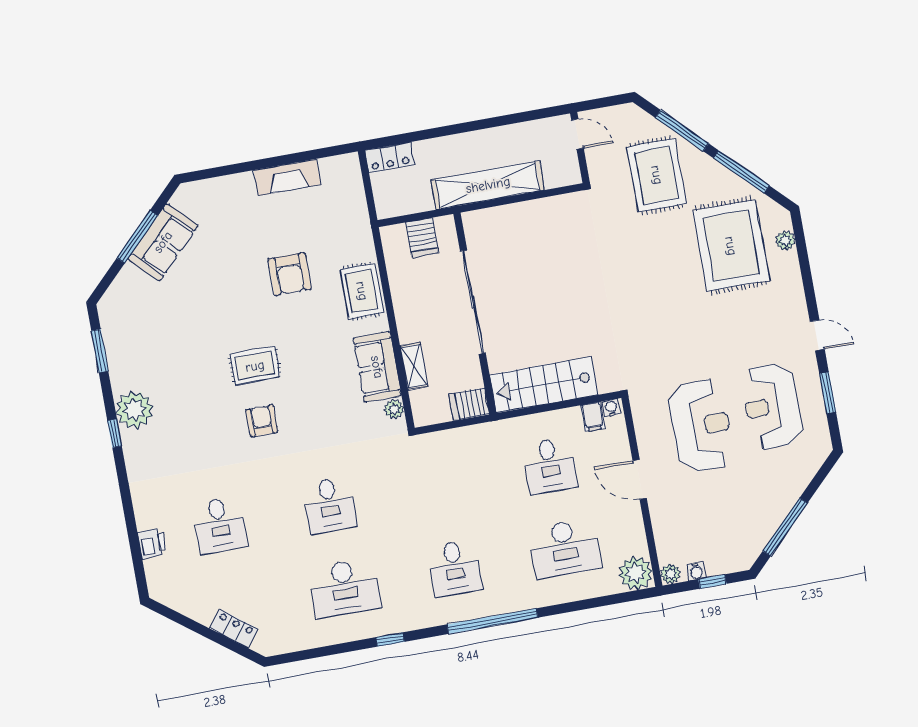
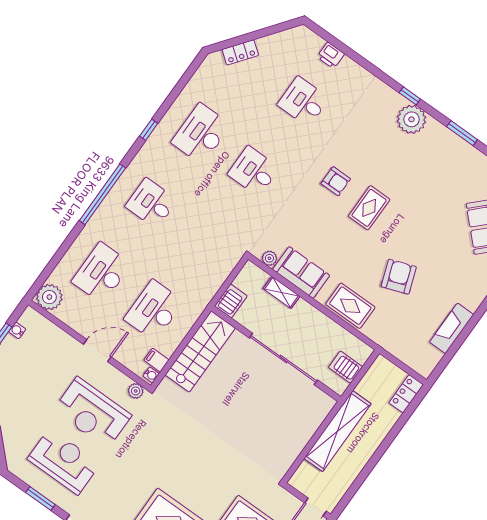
armchair: (290, 274) -> (399, 277), turned 70
desk: (550, 466) -> (154, 310), width x1.37
plant: (670, 574) -> (136, 391), moved

